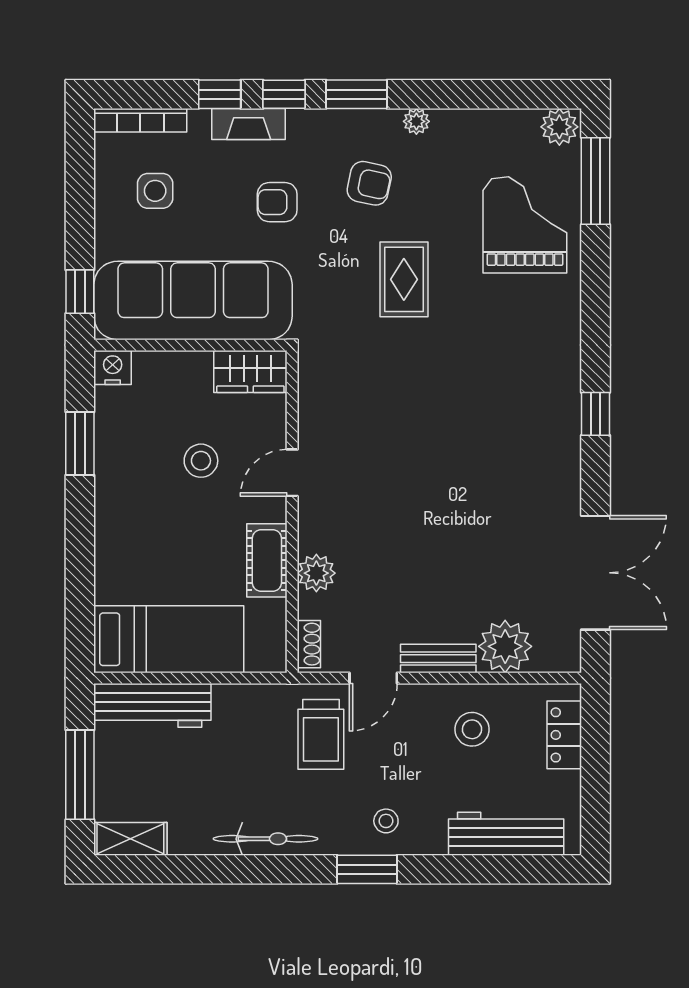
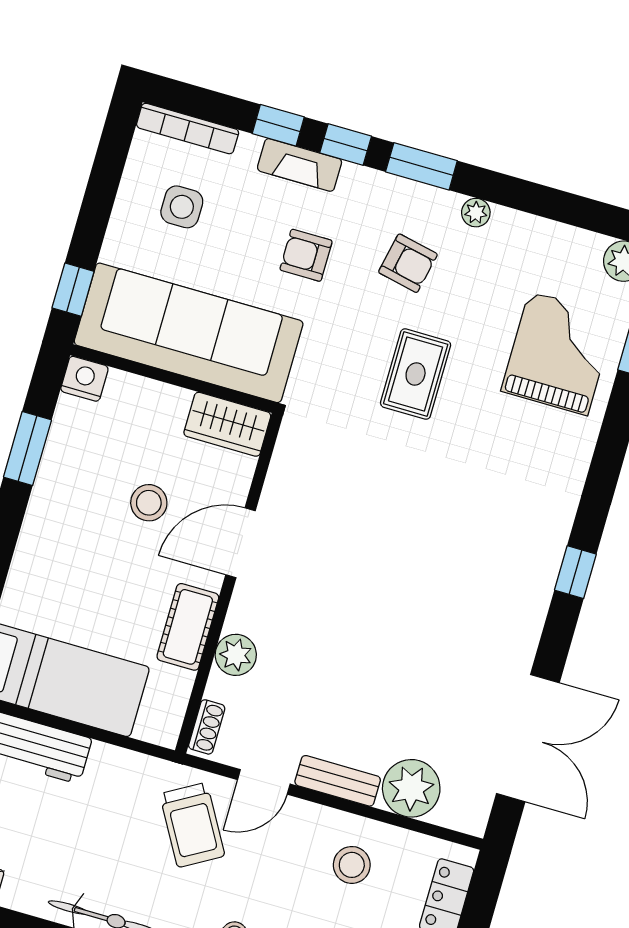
door: (292, 473) -> (241, 543), width x1.38
trolley: (321, 734) -> (192, 825), turned -30

